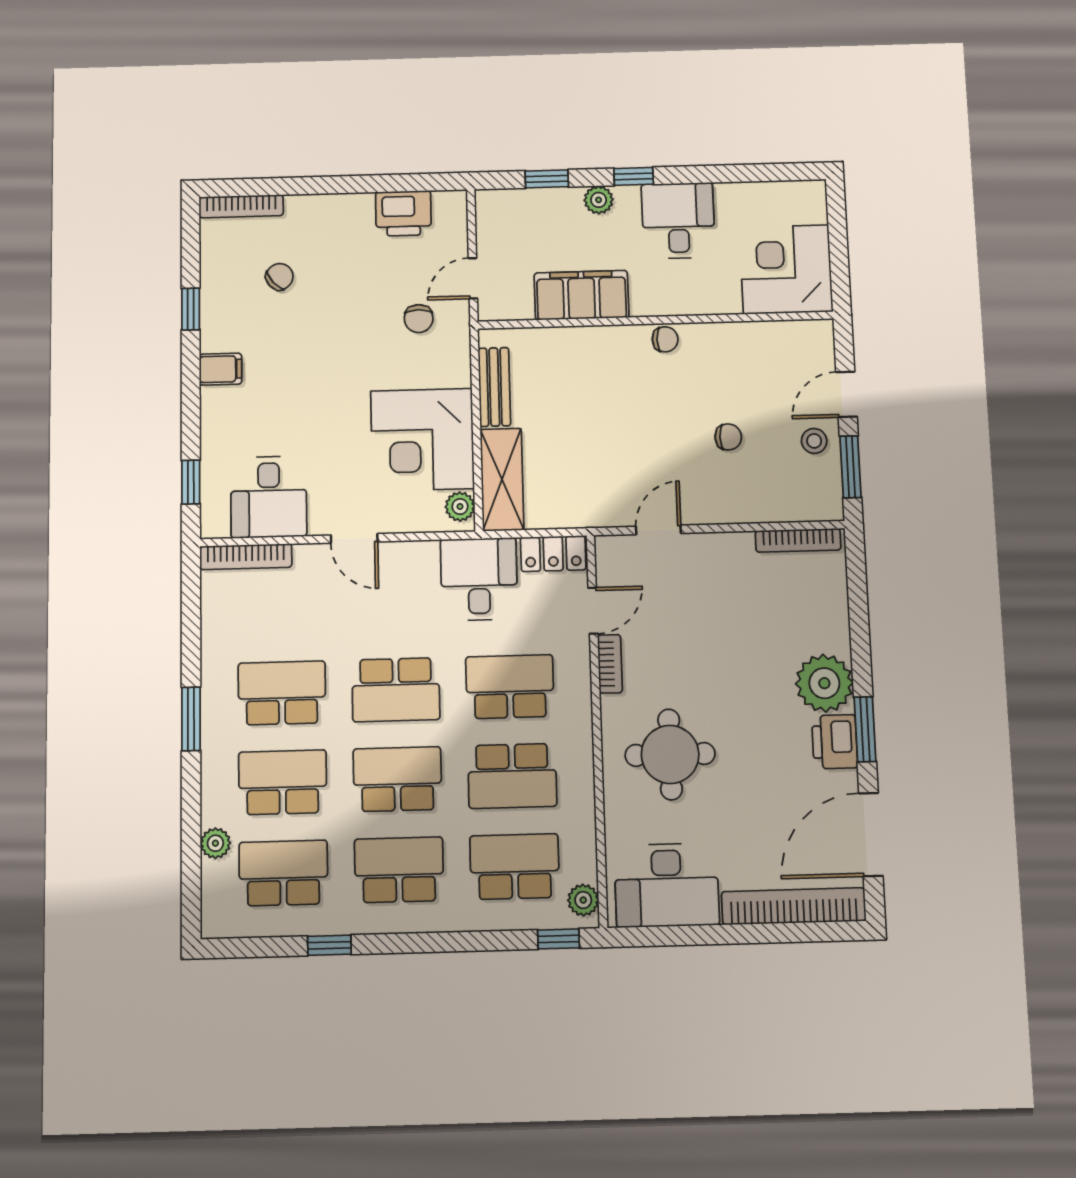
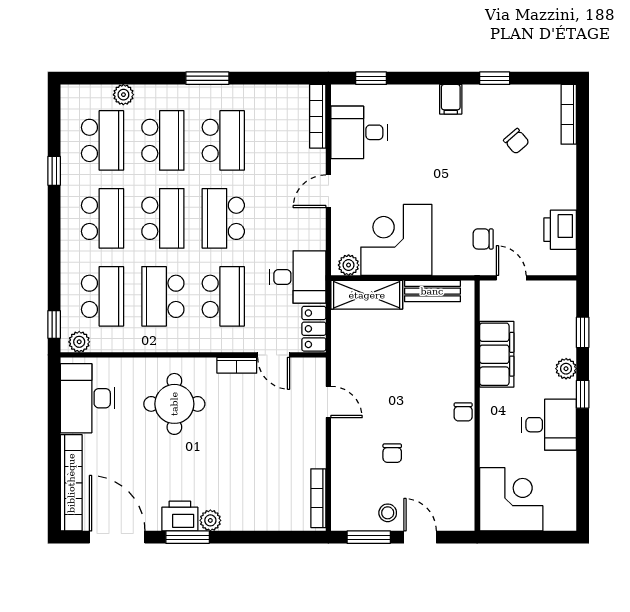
plant: (824, 683) -> (210, 520), width x0.53, depth x0.53

